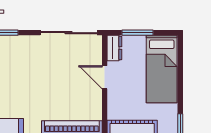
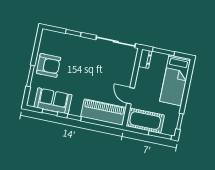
door: (105, 77) -> (130, 96), moved

